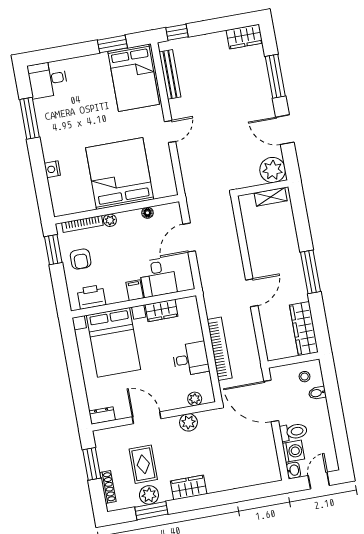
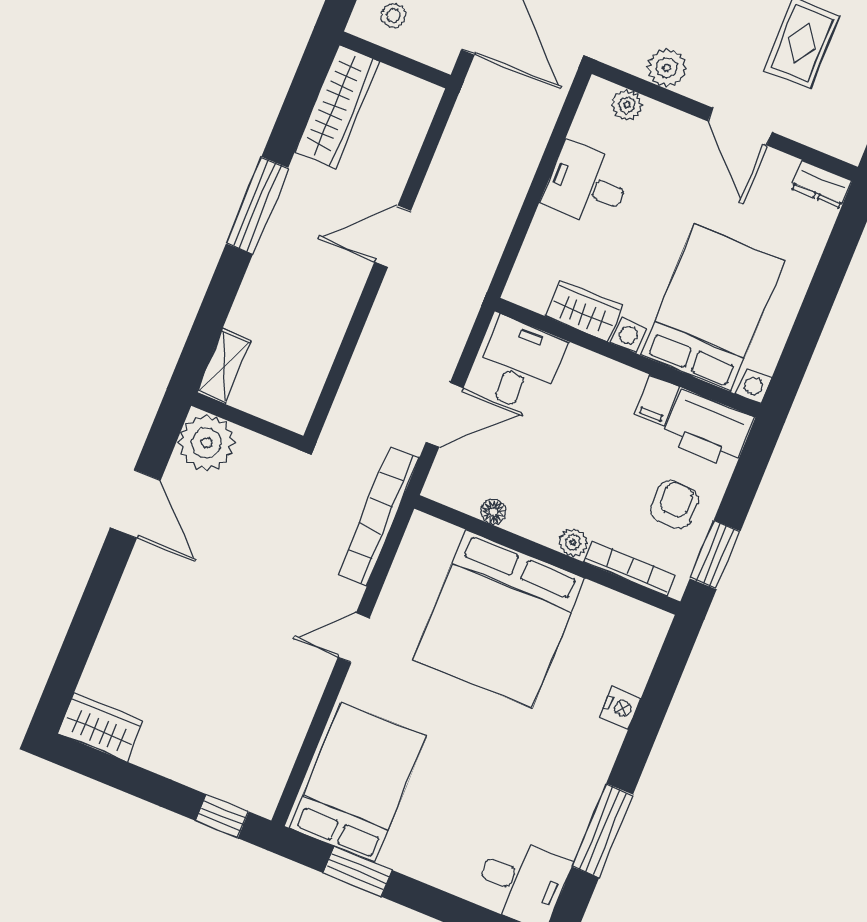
bench: (170, 74) -> (286, 745), removed
window: (275, 76) -> (90, 616), removed
shelving: (271, 197) -> (224, 366), moved, turned 90
desk: (158, 277) -> (519, 365), moved
filing cabinet: (135, 290) -> (657, 400), moved
printer: (91, 297) -> (708, 428), width x1.37, depth x1.19
bookcase: (220, 349) -> (378, 516), moved

